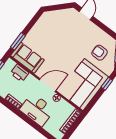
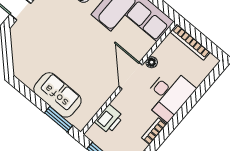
sofa: (27, 58) -> (57, 95), moved, turned 90

